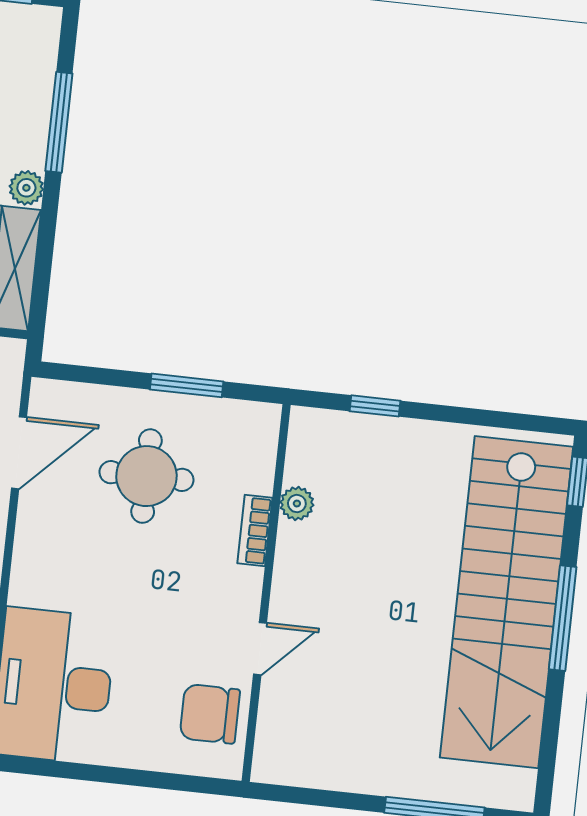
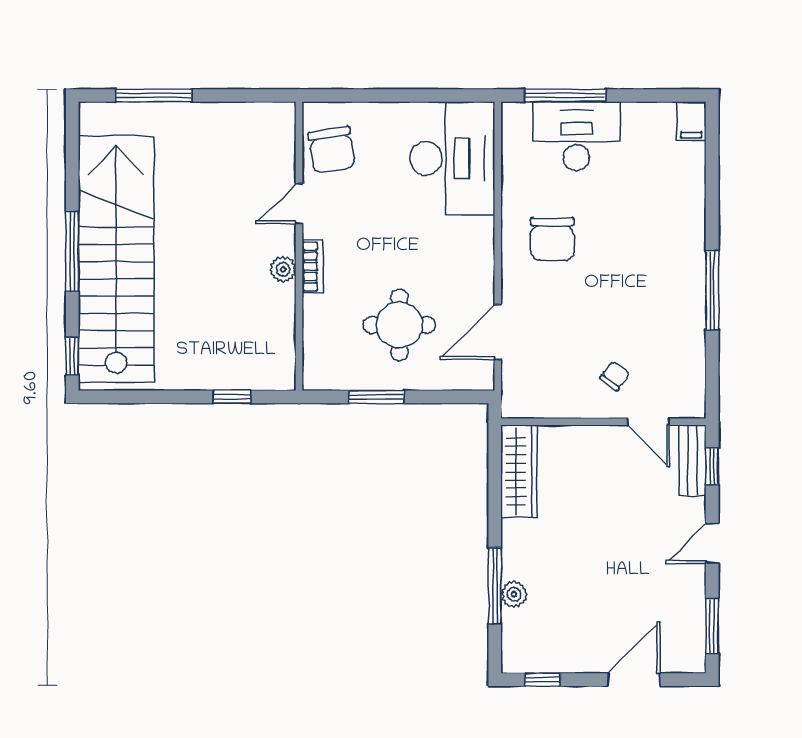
plant: (26, 188) -> (514, 594), moved
plant: (297, 504) -> (283, 269), moved
bookcase: (255, 531) -> (313, 266), moved
chair: (210, 714) -> (332, 150), turned 81

